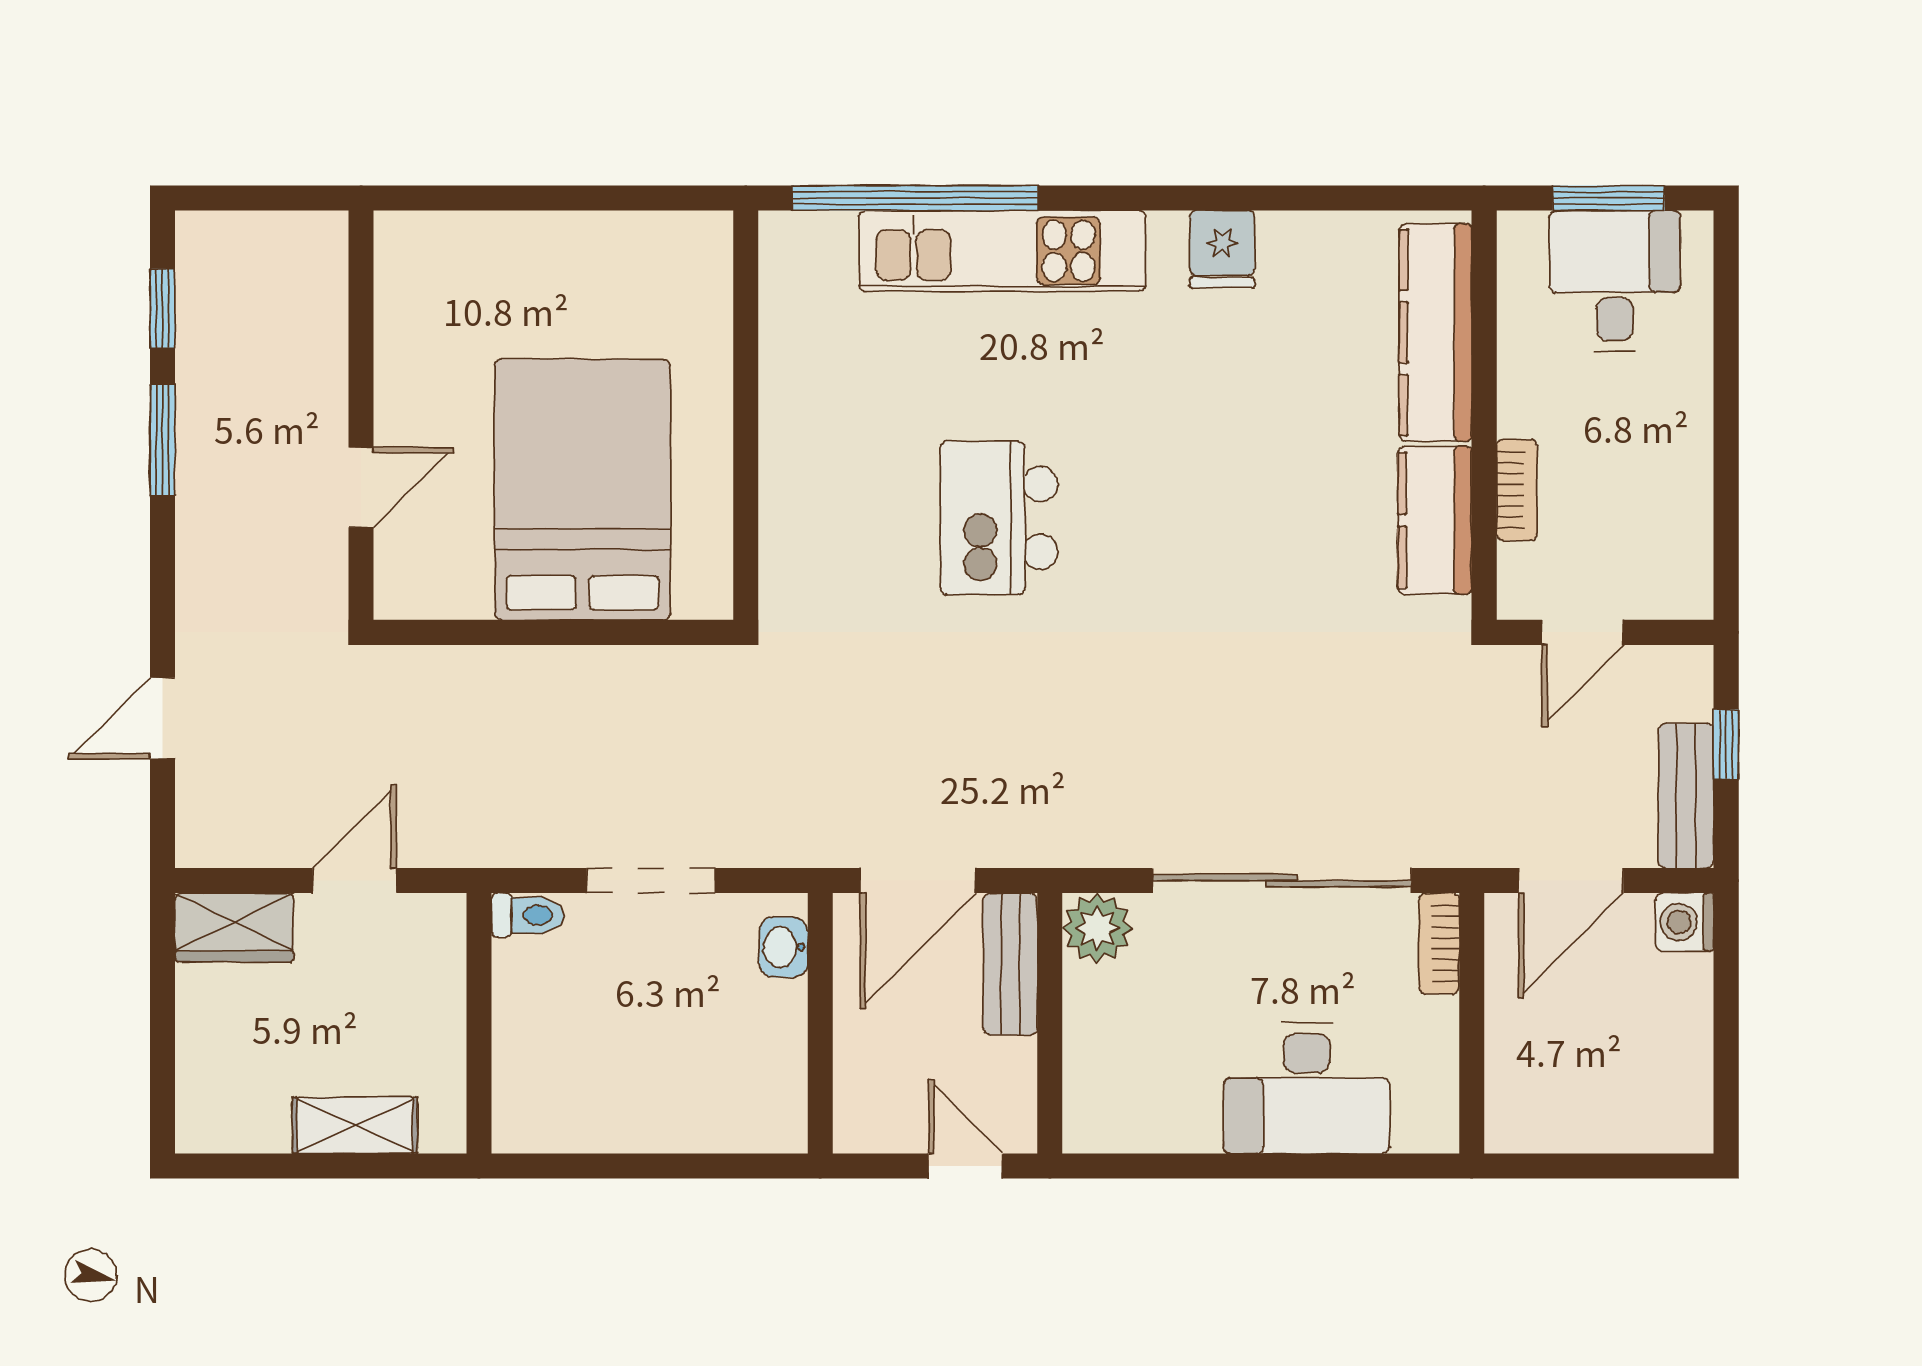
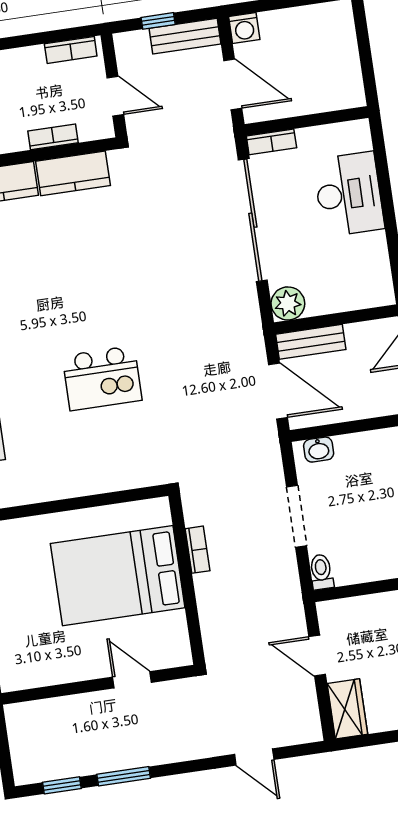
bookcase: (1693, 553) -> (71, 50), added
bookcase: (612, 664) -> (197, 550), added

